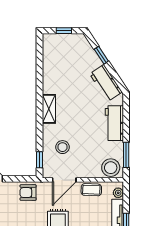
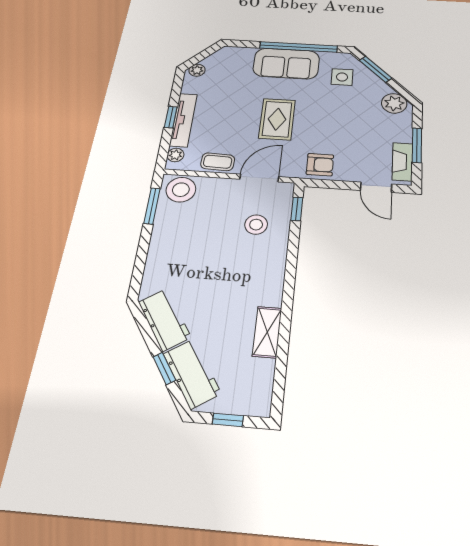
shelving: (49, 109) -> (267, 332), moved
workbench: (114, 123) -> (192, 374), moved, turned -34

